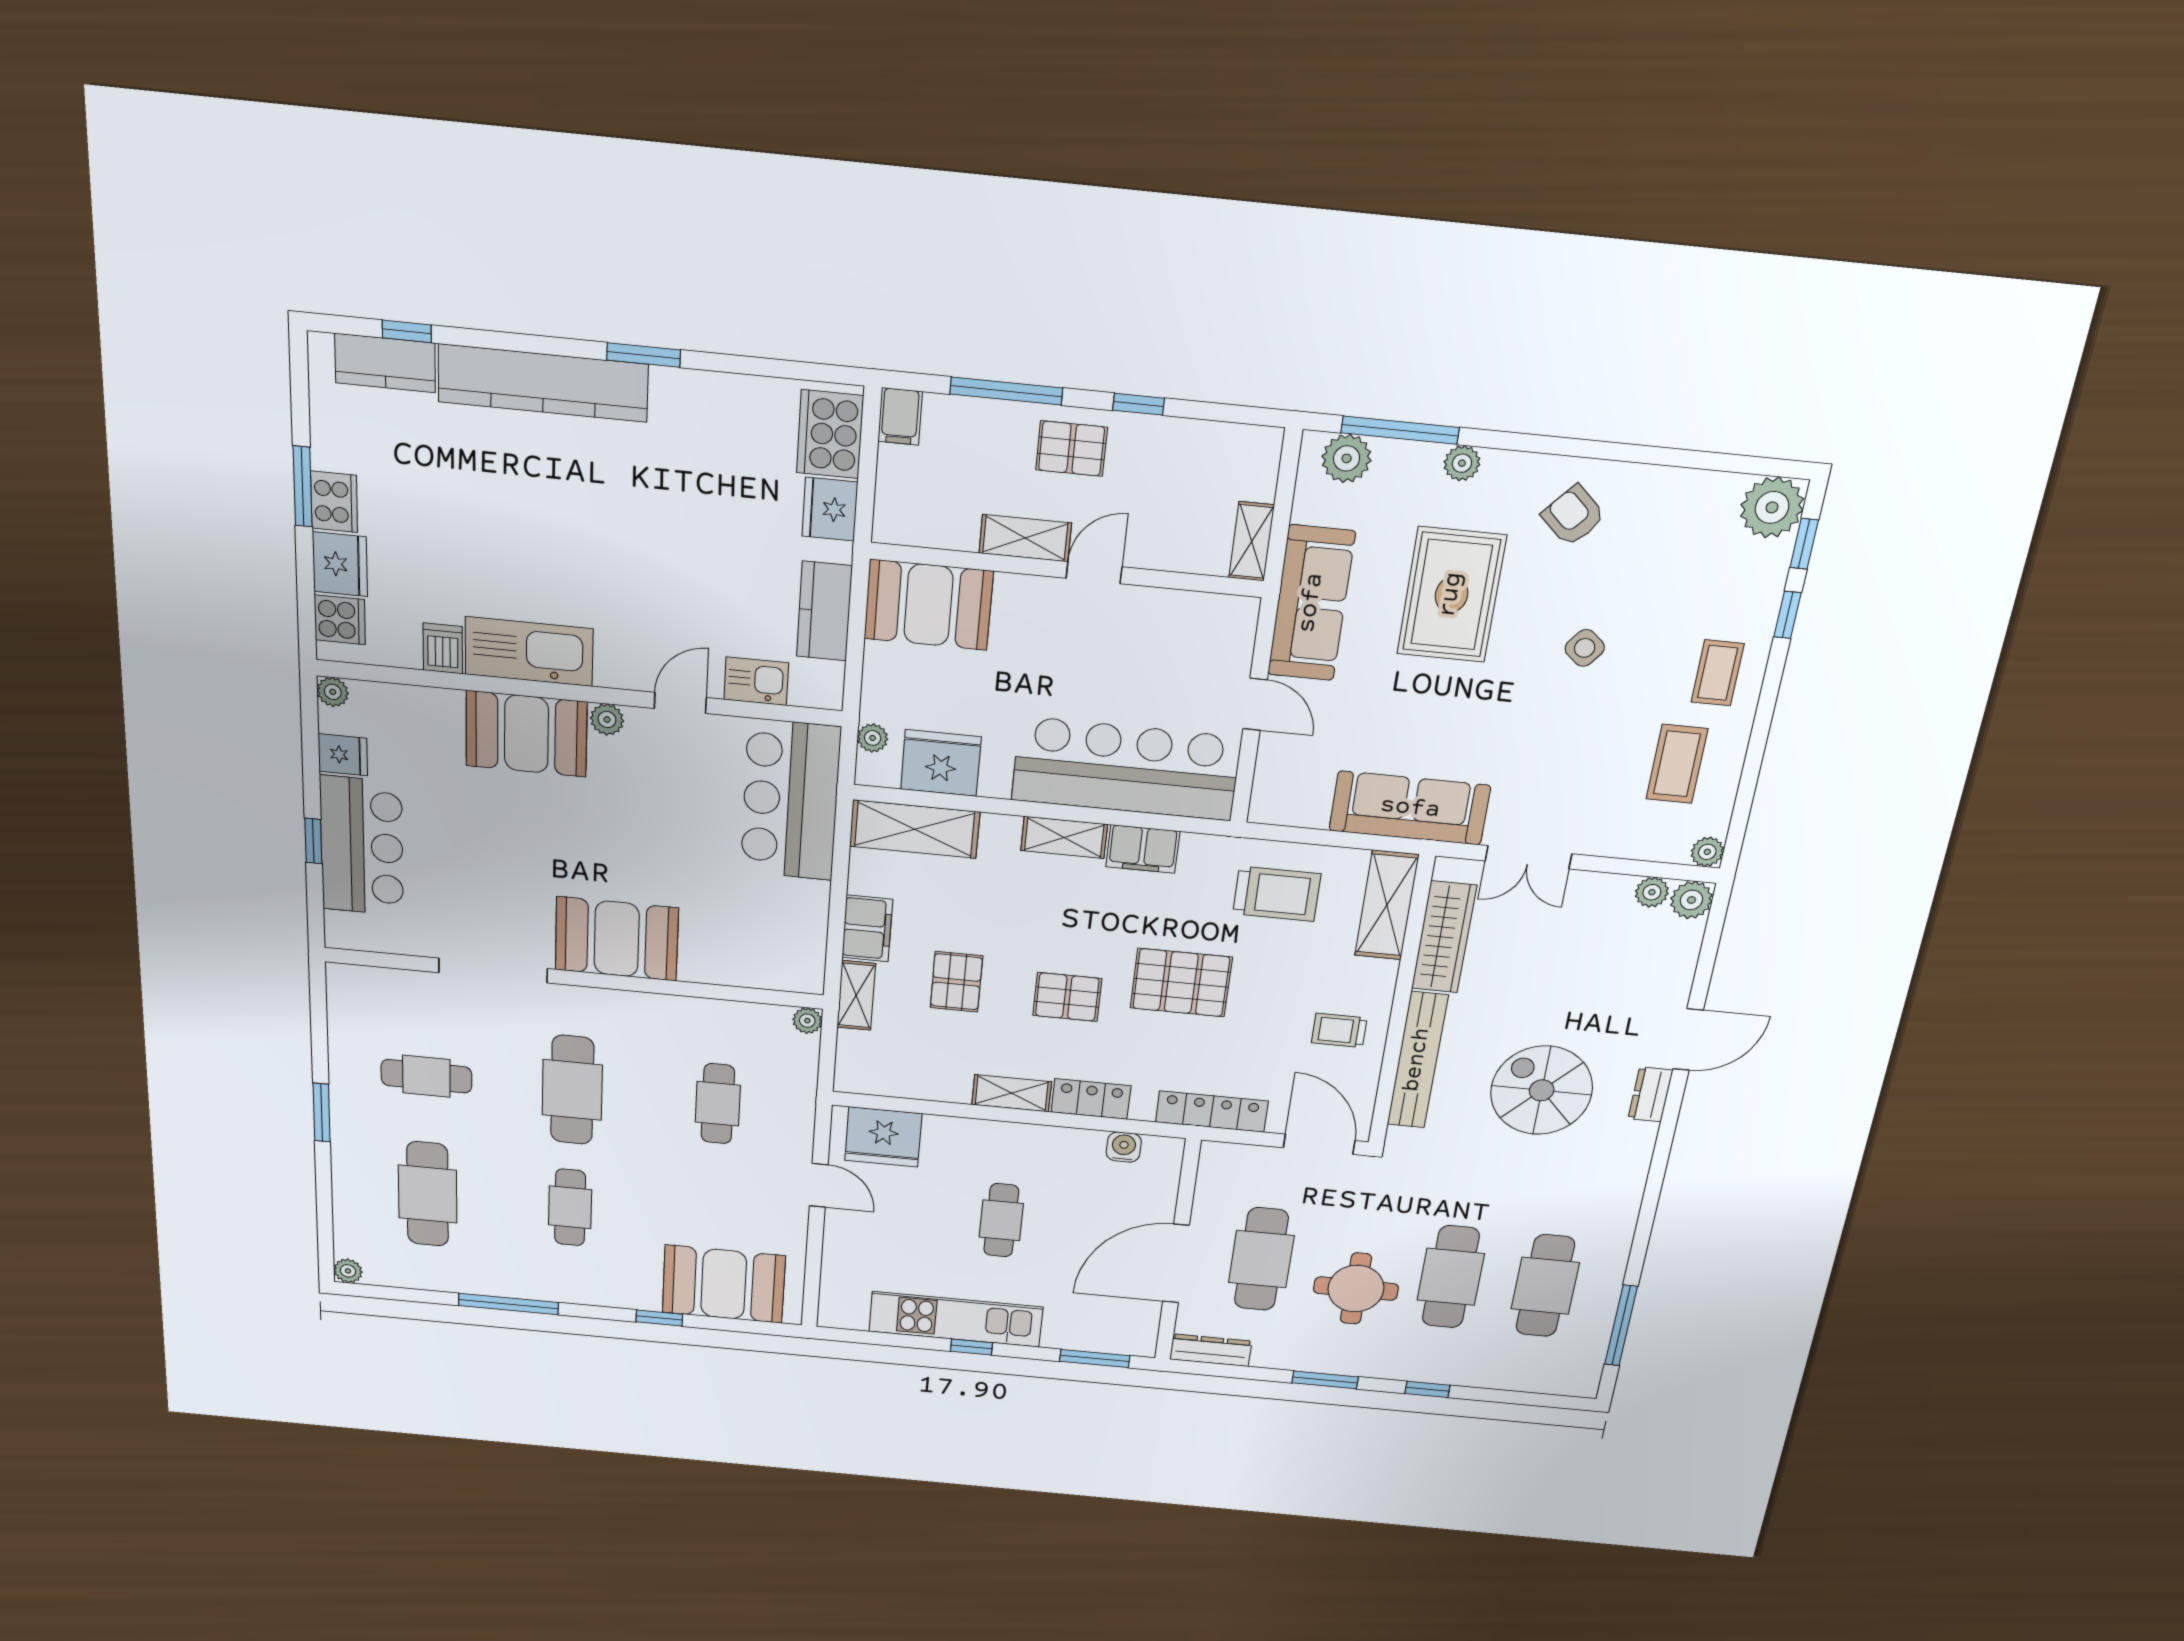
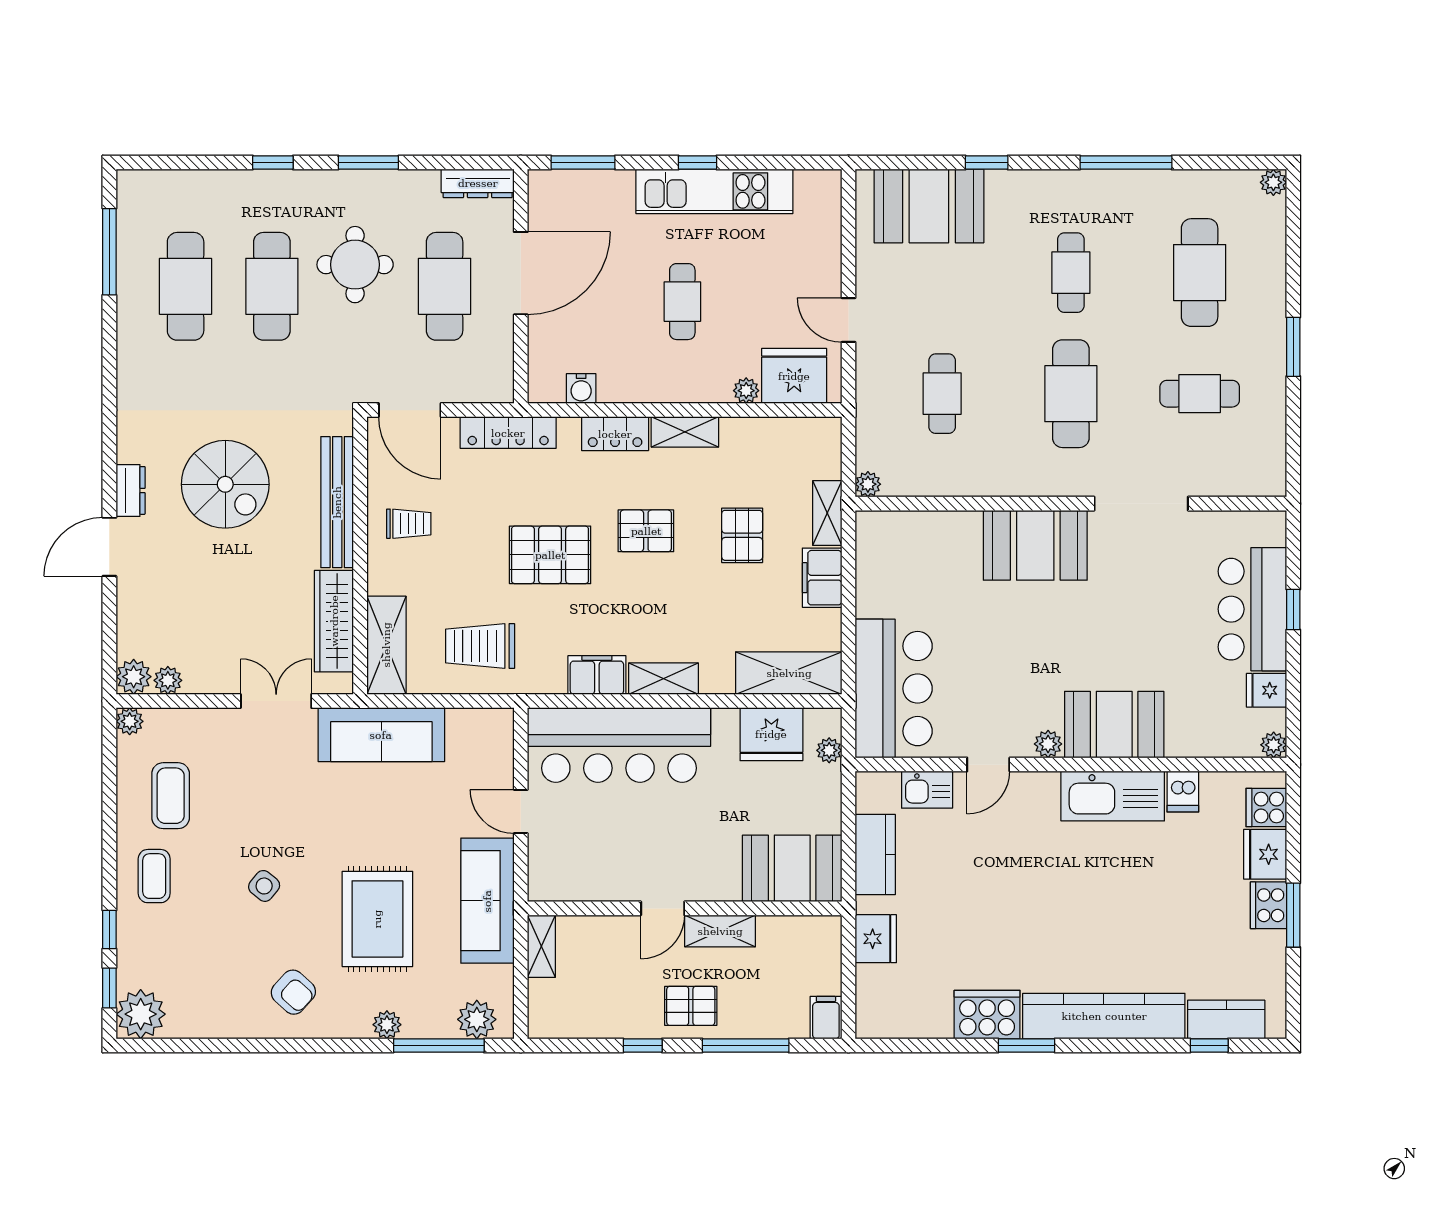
cooker: (830, 434) -> (987, 1015), moved, turned -90
plant: (939, 1128) -> (746, 391), added

